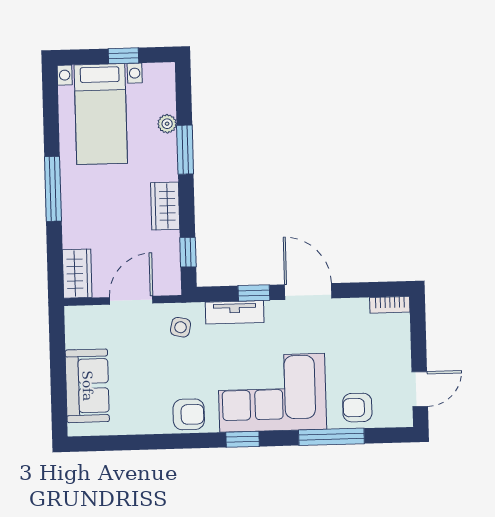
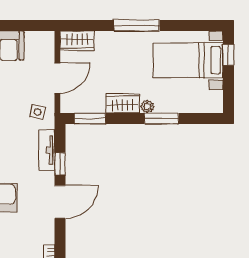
window: (123, 56) -> (228, 55), moved
plant: (167, 124) -> (147, 106), moved
window: (188, 252) -> (90, 119), width x1.50
door: (131, 300) -> (57, 78), hinge flipped

